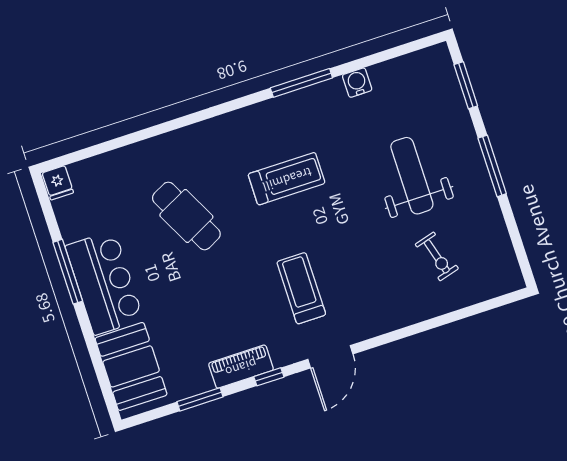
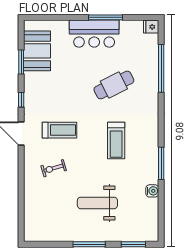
window: (128, 140) -> (161, 68), added
weight bench: (412, 176) -> (97, 203), turned 180
exercise bike: (437, 256) -> (54, 168), moved
booth: (131, 366) -> (37, 51), moved, turned 90
piano: (241, 367) -> (31, 88), removed

